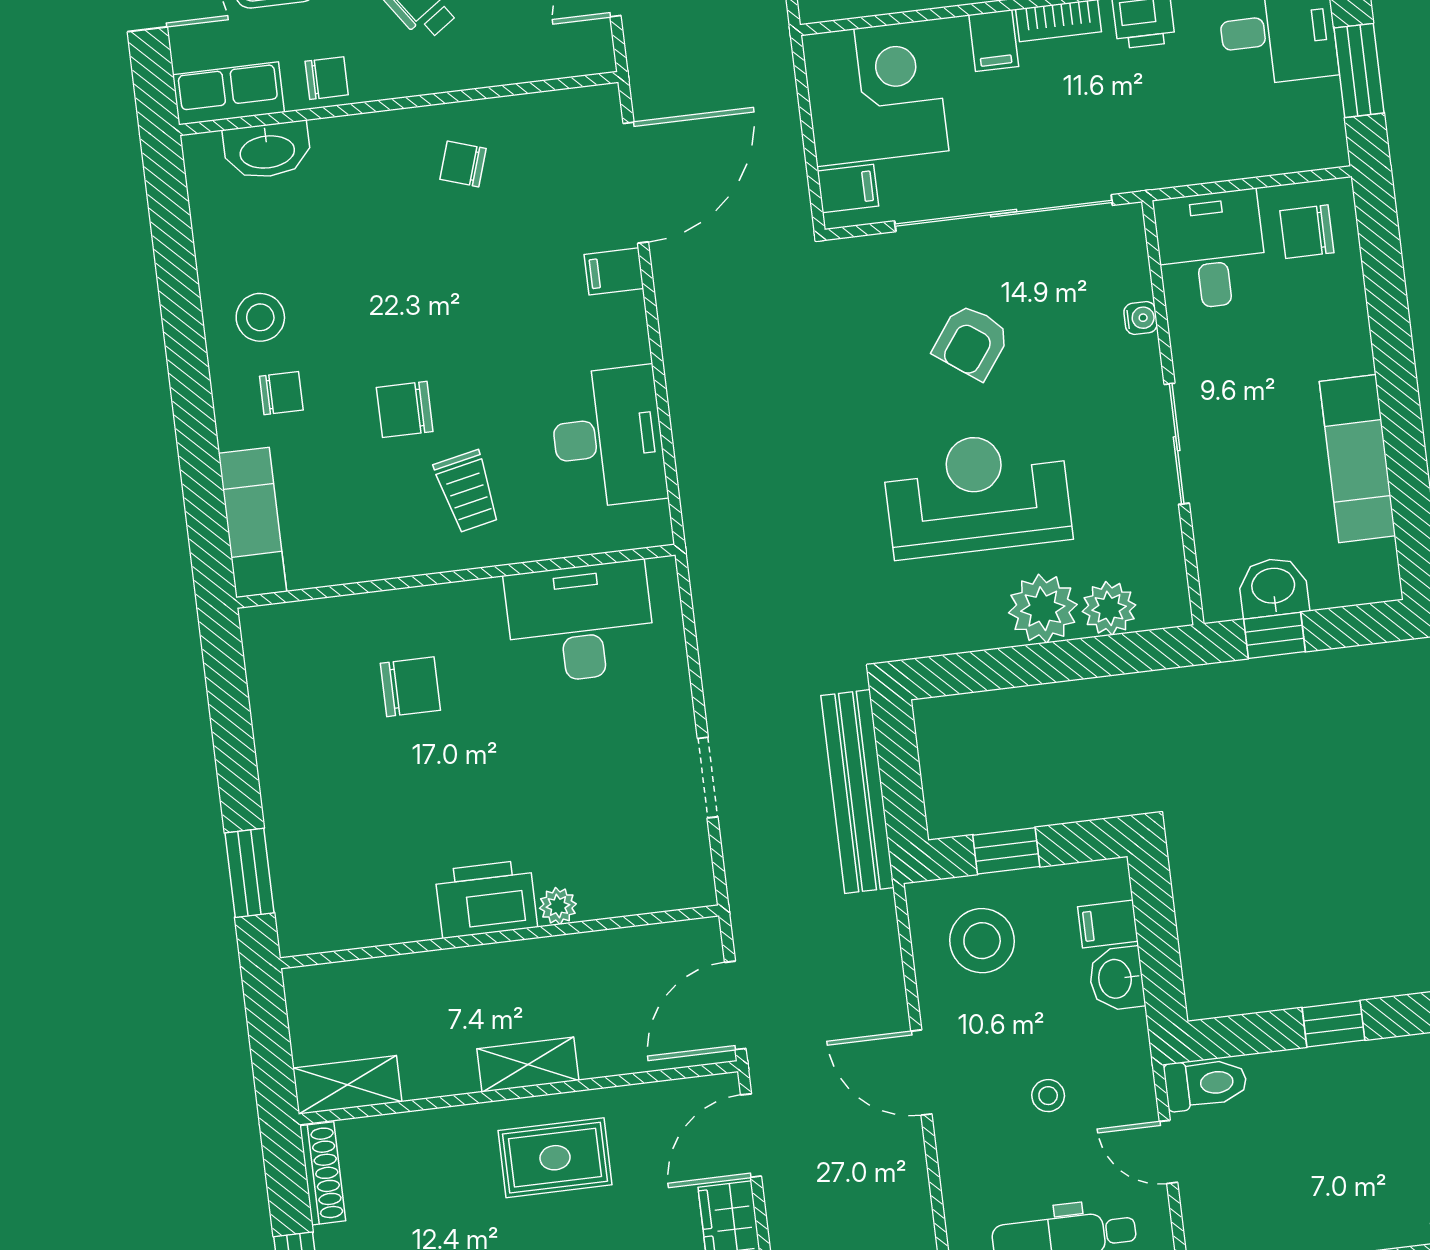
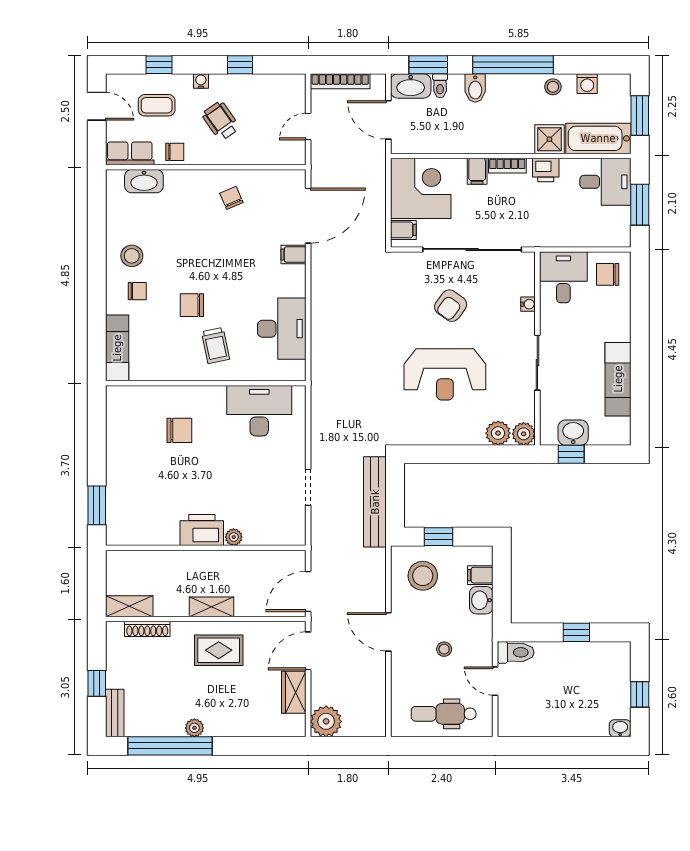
chair: (463, 164) -> (231, 198), turned 49
reception desk: (977, 494) -> (445, 374), turned 180
plant: (1043, 609) -> (524, 434), moved, width x0.73, depth x0.73
shoe rack: (323, 1173) -> (147, 629), moved, turned 90

